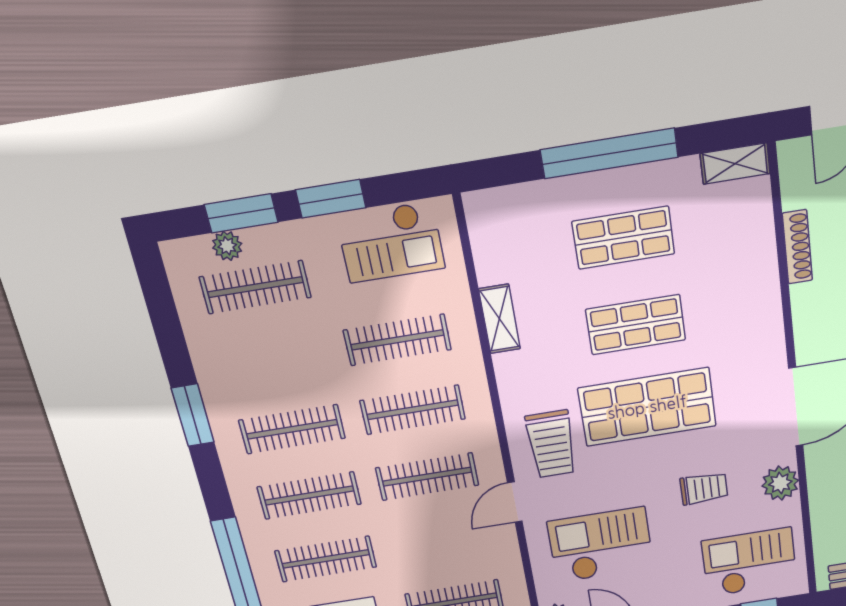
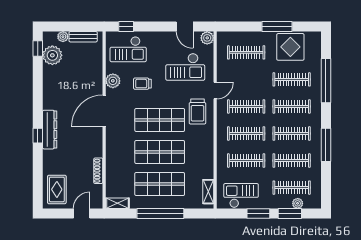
shop shelf: (623, 238) -> (160, 184), width x1.43, depth x1.36
shelving: (499, 319) -> (208, 192), moved
shop shelf: (636, 325) -> (160, 152), width x1.43, depth x1.36
clothes rail: (274, 360) -> (292, 161), added
window: (193, 415) -> (326, 145), width x1.44
trolley: (551, 444) -> (197, 112), turned 180

